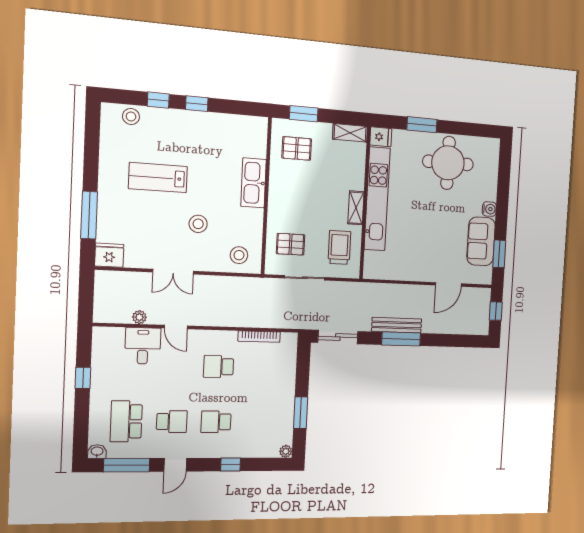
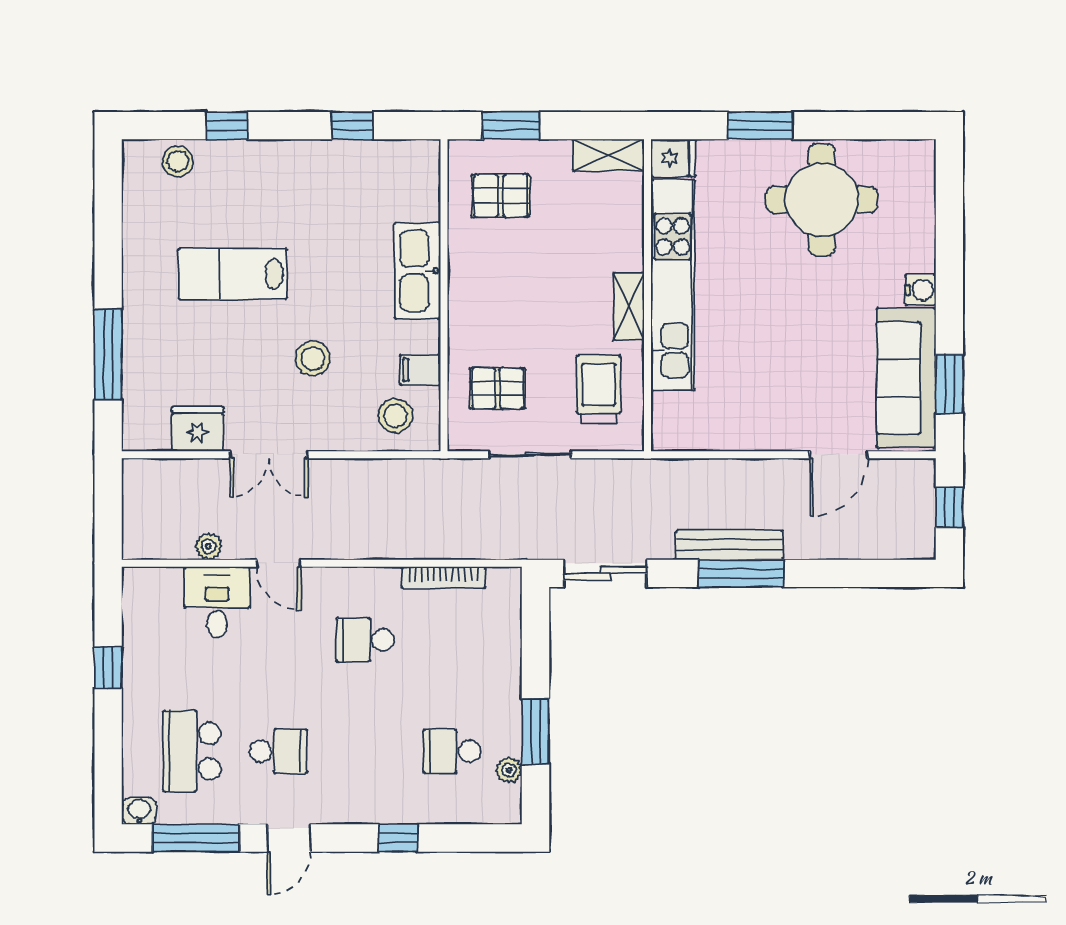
window: (197, 104) -> (353, 126), moved
filing cabinet: (253, 233) -> (420, 370), added
sofa: (481, 241) -> (906, 378), width x1.36
fridge: (109, 255) -> (198, 429), moved
school desk: (216, 422) -> (452, 751), moved
plant: (286, 451) -> (509, 770), moved

